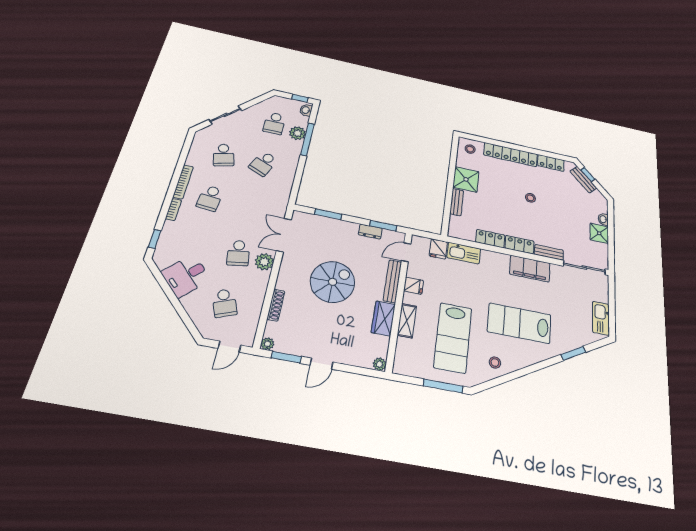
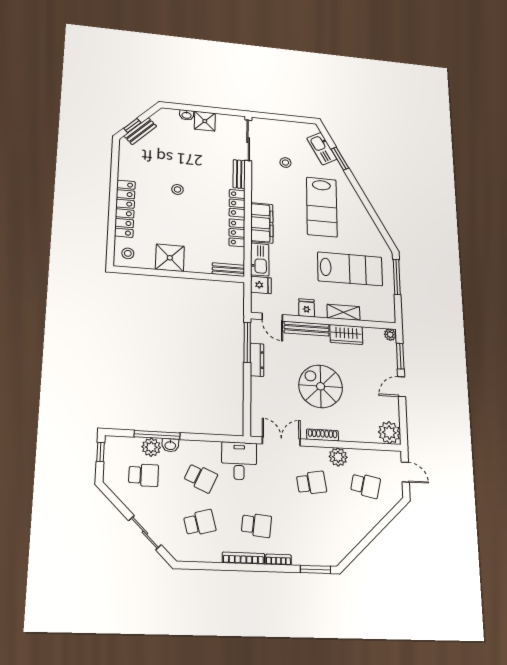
washbasin: (306, 110) -> (170, 445), moved
locker: (551, 163) -> (126, 165), removed
bench: (457, 202) -> (228, 270), moved
window: (328, 214) -> (247, 400), removed
window: (383, 226) -> (247, 342), width x1.44
dresser: (370, 232) -> (257, 360), width x1.44
double door: (284, 235) -> (281, 441), swing flipped
window: (155, 239) -> (316, 569), width x1.50
plant: (264, 262) -> (338, 457), moved
filing cabinet: (530, 269) -> (262, 223), moved
desk: (186, 276) -> (239, 461), moved, turned -135
school desk: (225, 303) -> (365, 485), turned 33
shoe rack: (276, 305) -> (323, 435), moved
kitchen sink: (601, 318) -> (322, 149), moved, turned 61
plant: (267, 344) -> (389, 433), width x1.87, depth x1.87
window: (286, 357) -> (400, 356), moved
stool: (495, 363) -> (285, 163), moved
door: (321, 364) -> (402, 387), swing flipped

